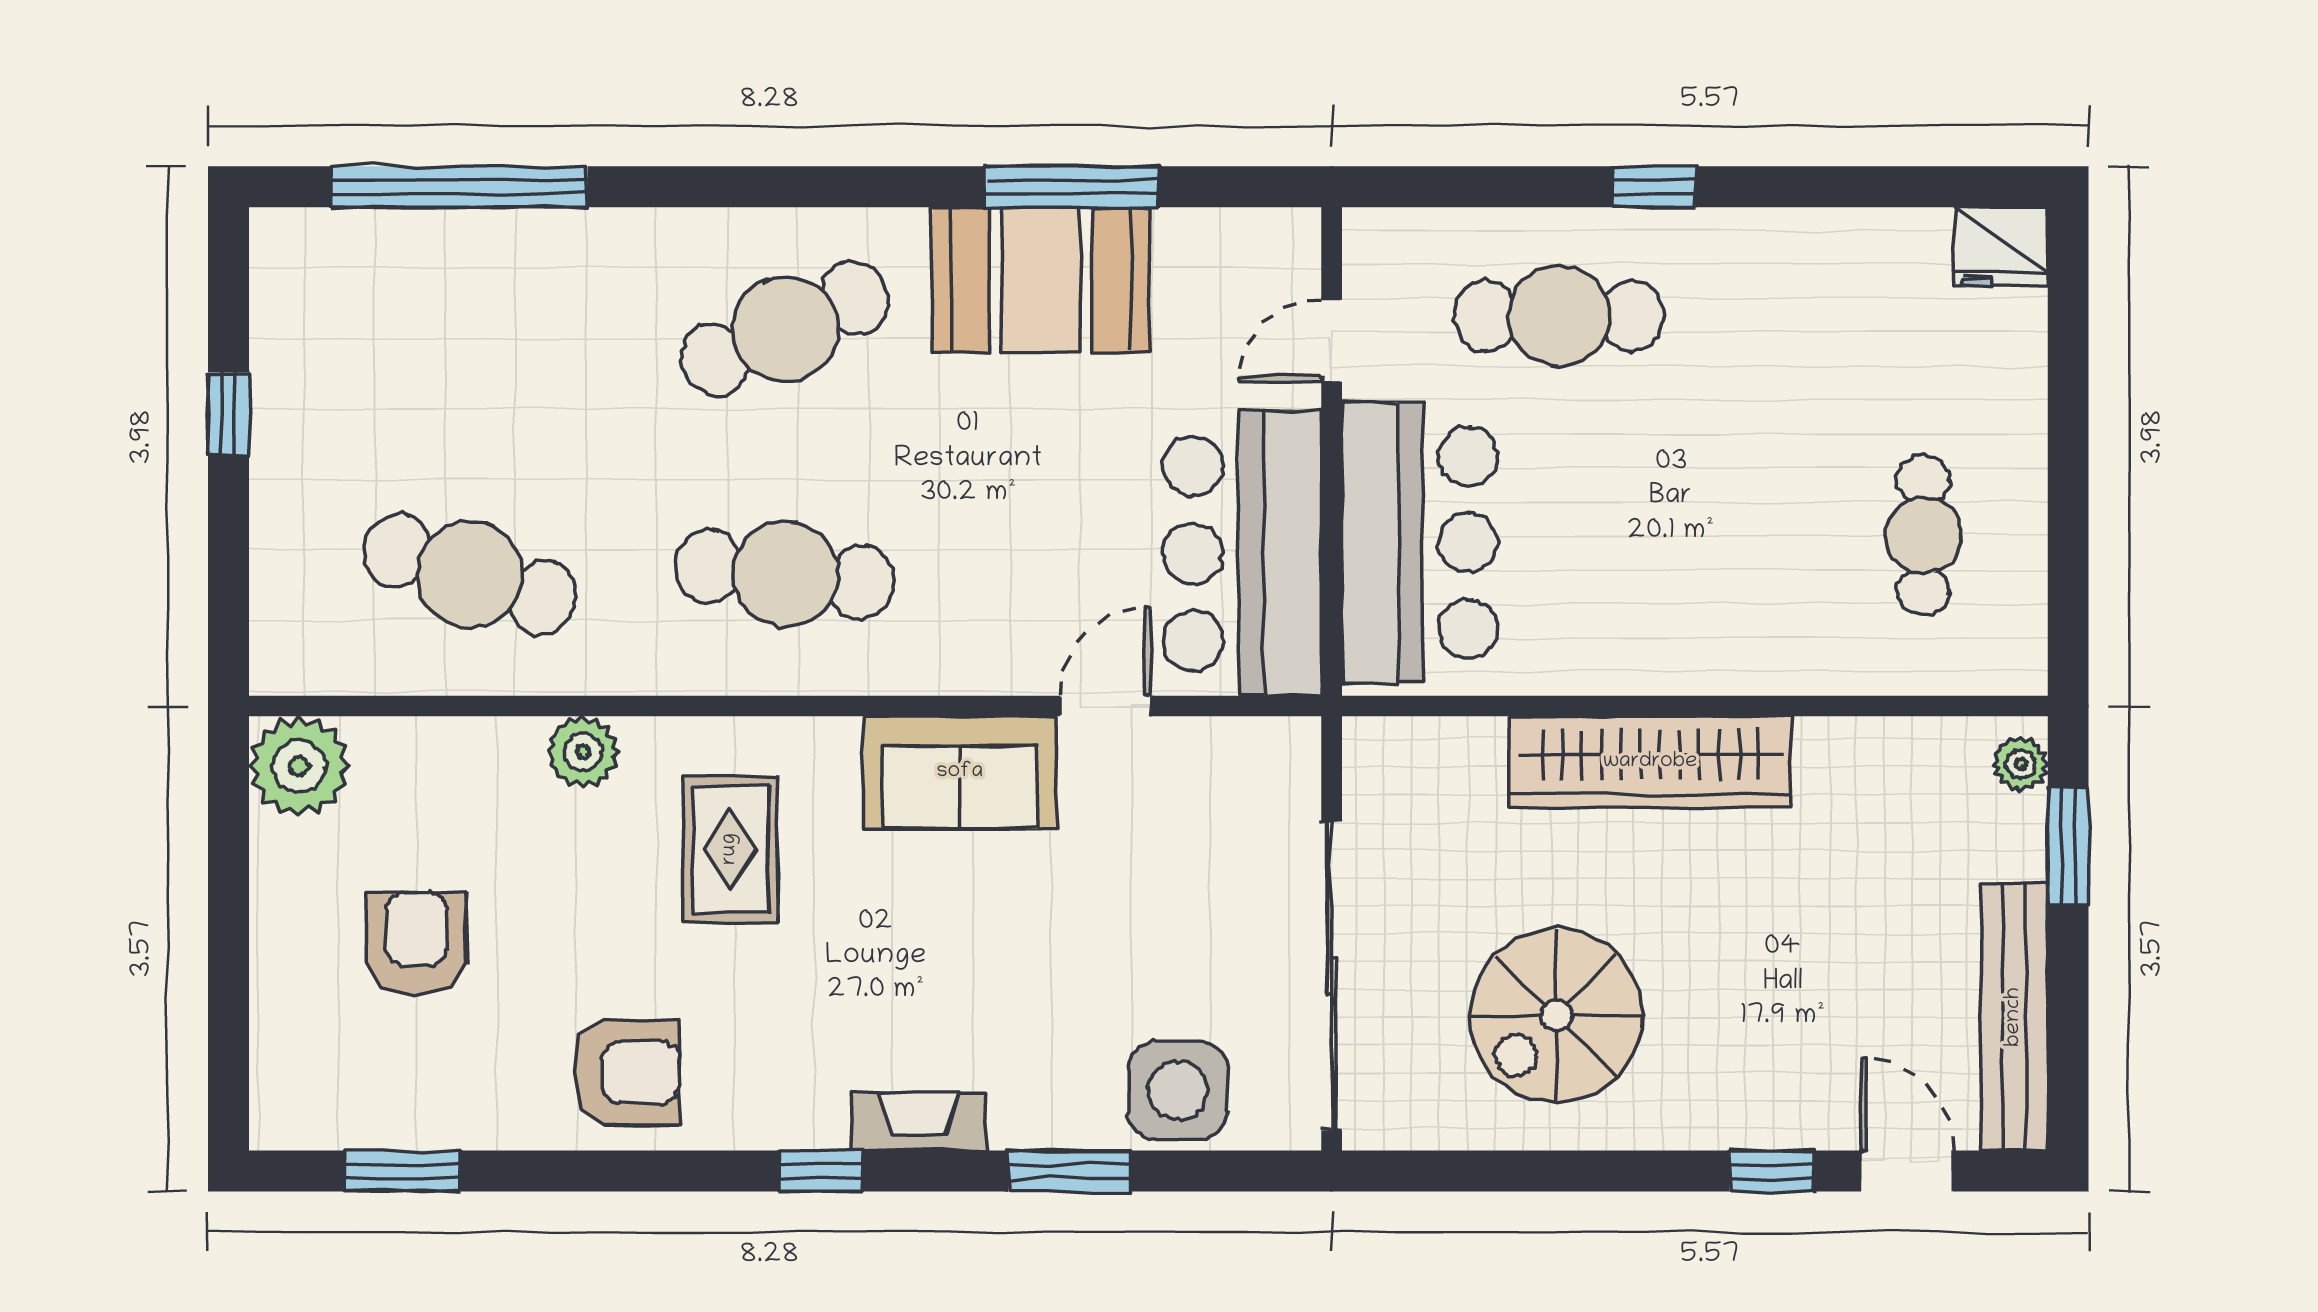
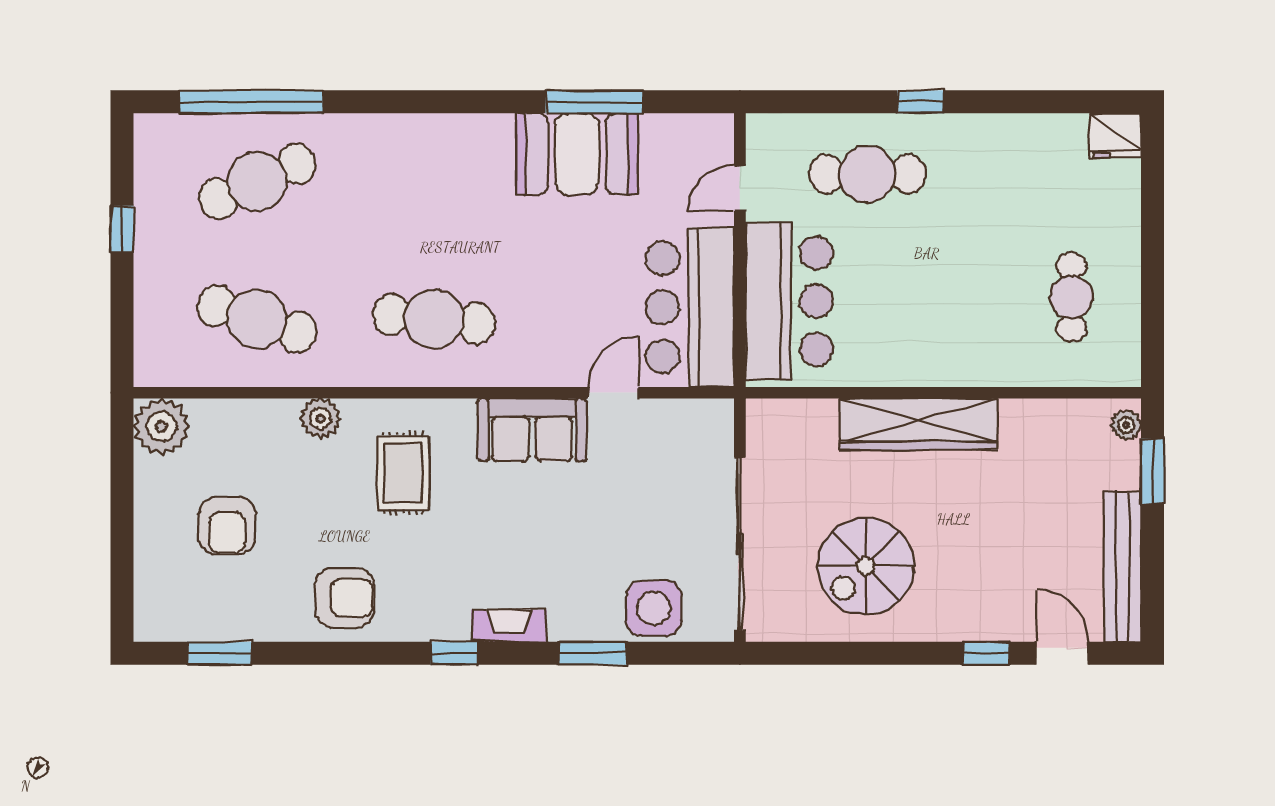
cafe table: (785, 329) -> (257, 181), moved
armchair: (416, 944) -> (227, 526), turned 180

